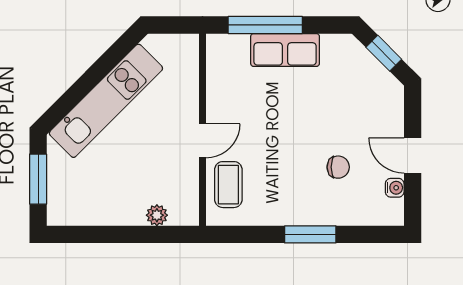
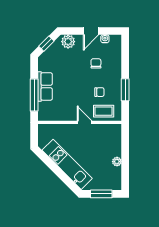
plant: (388, 103) -> (68, 42), added
chair: (272, 175) -> (99, 92), added
plant: (157, 215) -> (117, 162), moved
window: (310, 234) -> (125, 90), moved

